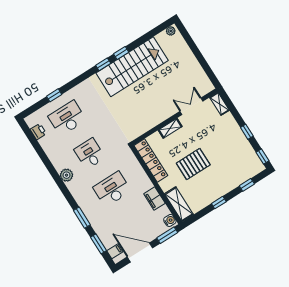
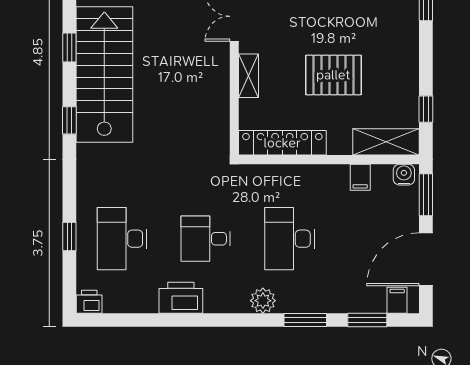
window: (121, 53) -> (69, 48), moved
printer: (38, 132) -> (89, 302), moved
printer: (58, 159) -> (181, 298), added
pallet: (193, 164) -> (333, 75), turned 90
plant: (66, 175) -> (263, 301), moved
filing cabinet: (154, 198) -> (360, 177), width x0.50
window: (219, 203) -> (426, 109), moved

